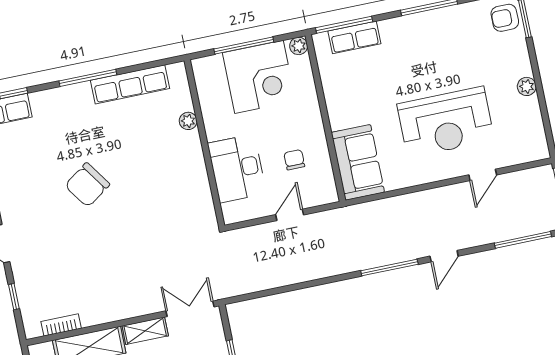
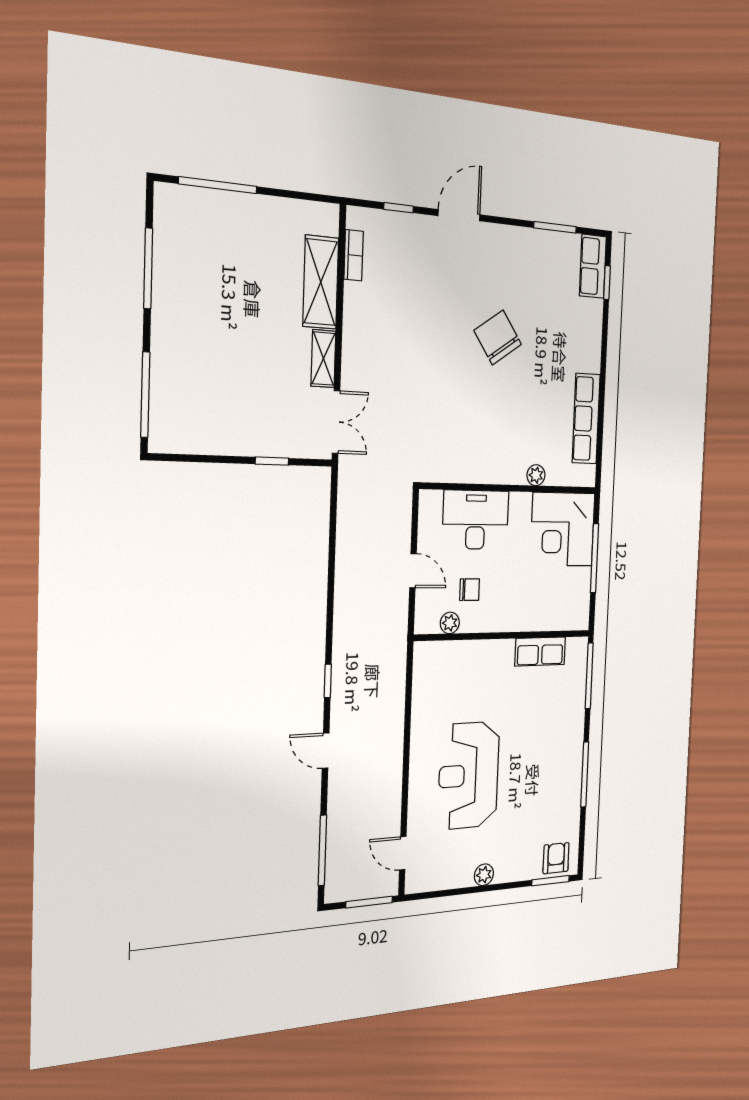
row of seats: (354, 37) -> (540, 651), moved, turned -90
plant: (299, 46) -> (450, 623), moved
corner desk: (259, 77) -> (563, 529), moved
window: (88, 78) -> (603, 373), removed
sofa: (358, 162) -> (450, 664), removed
door: (483, 175) -> (403, 853), moved
window: (389, 267) -> (328, 681), width x0.46

